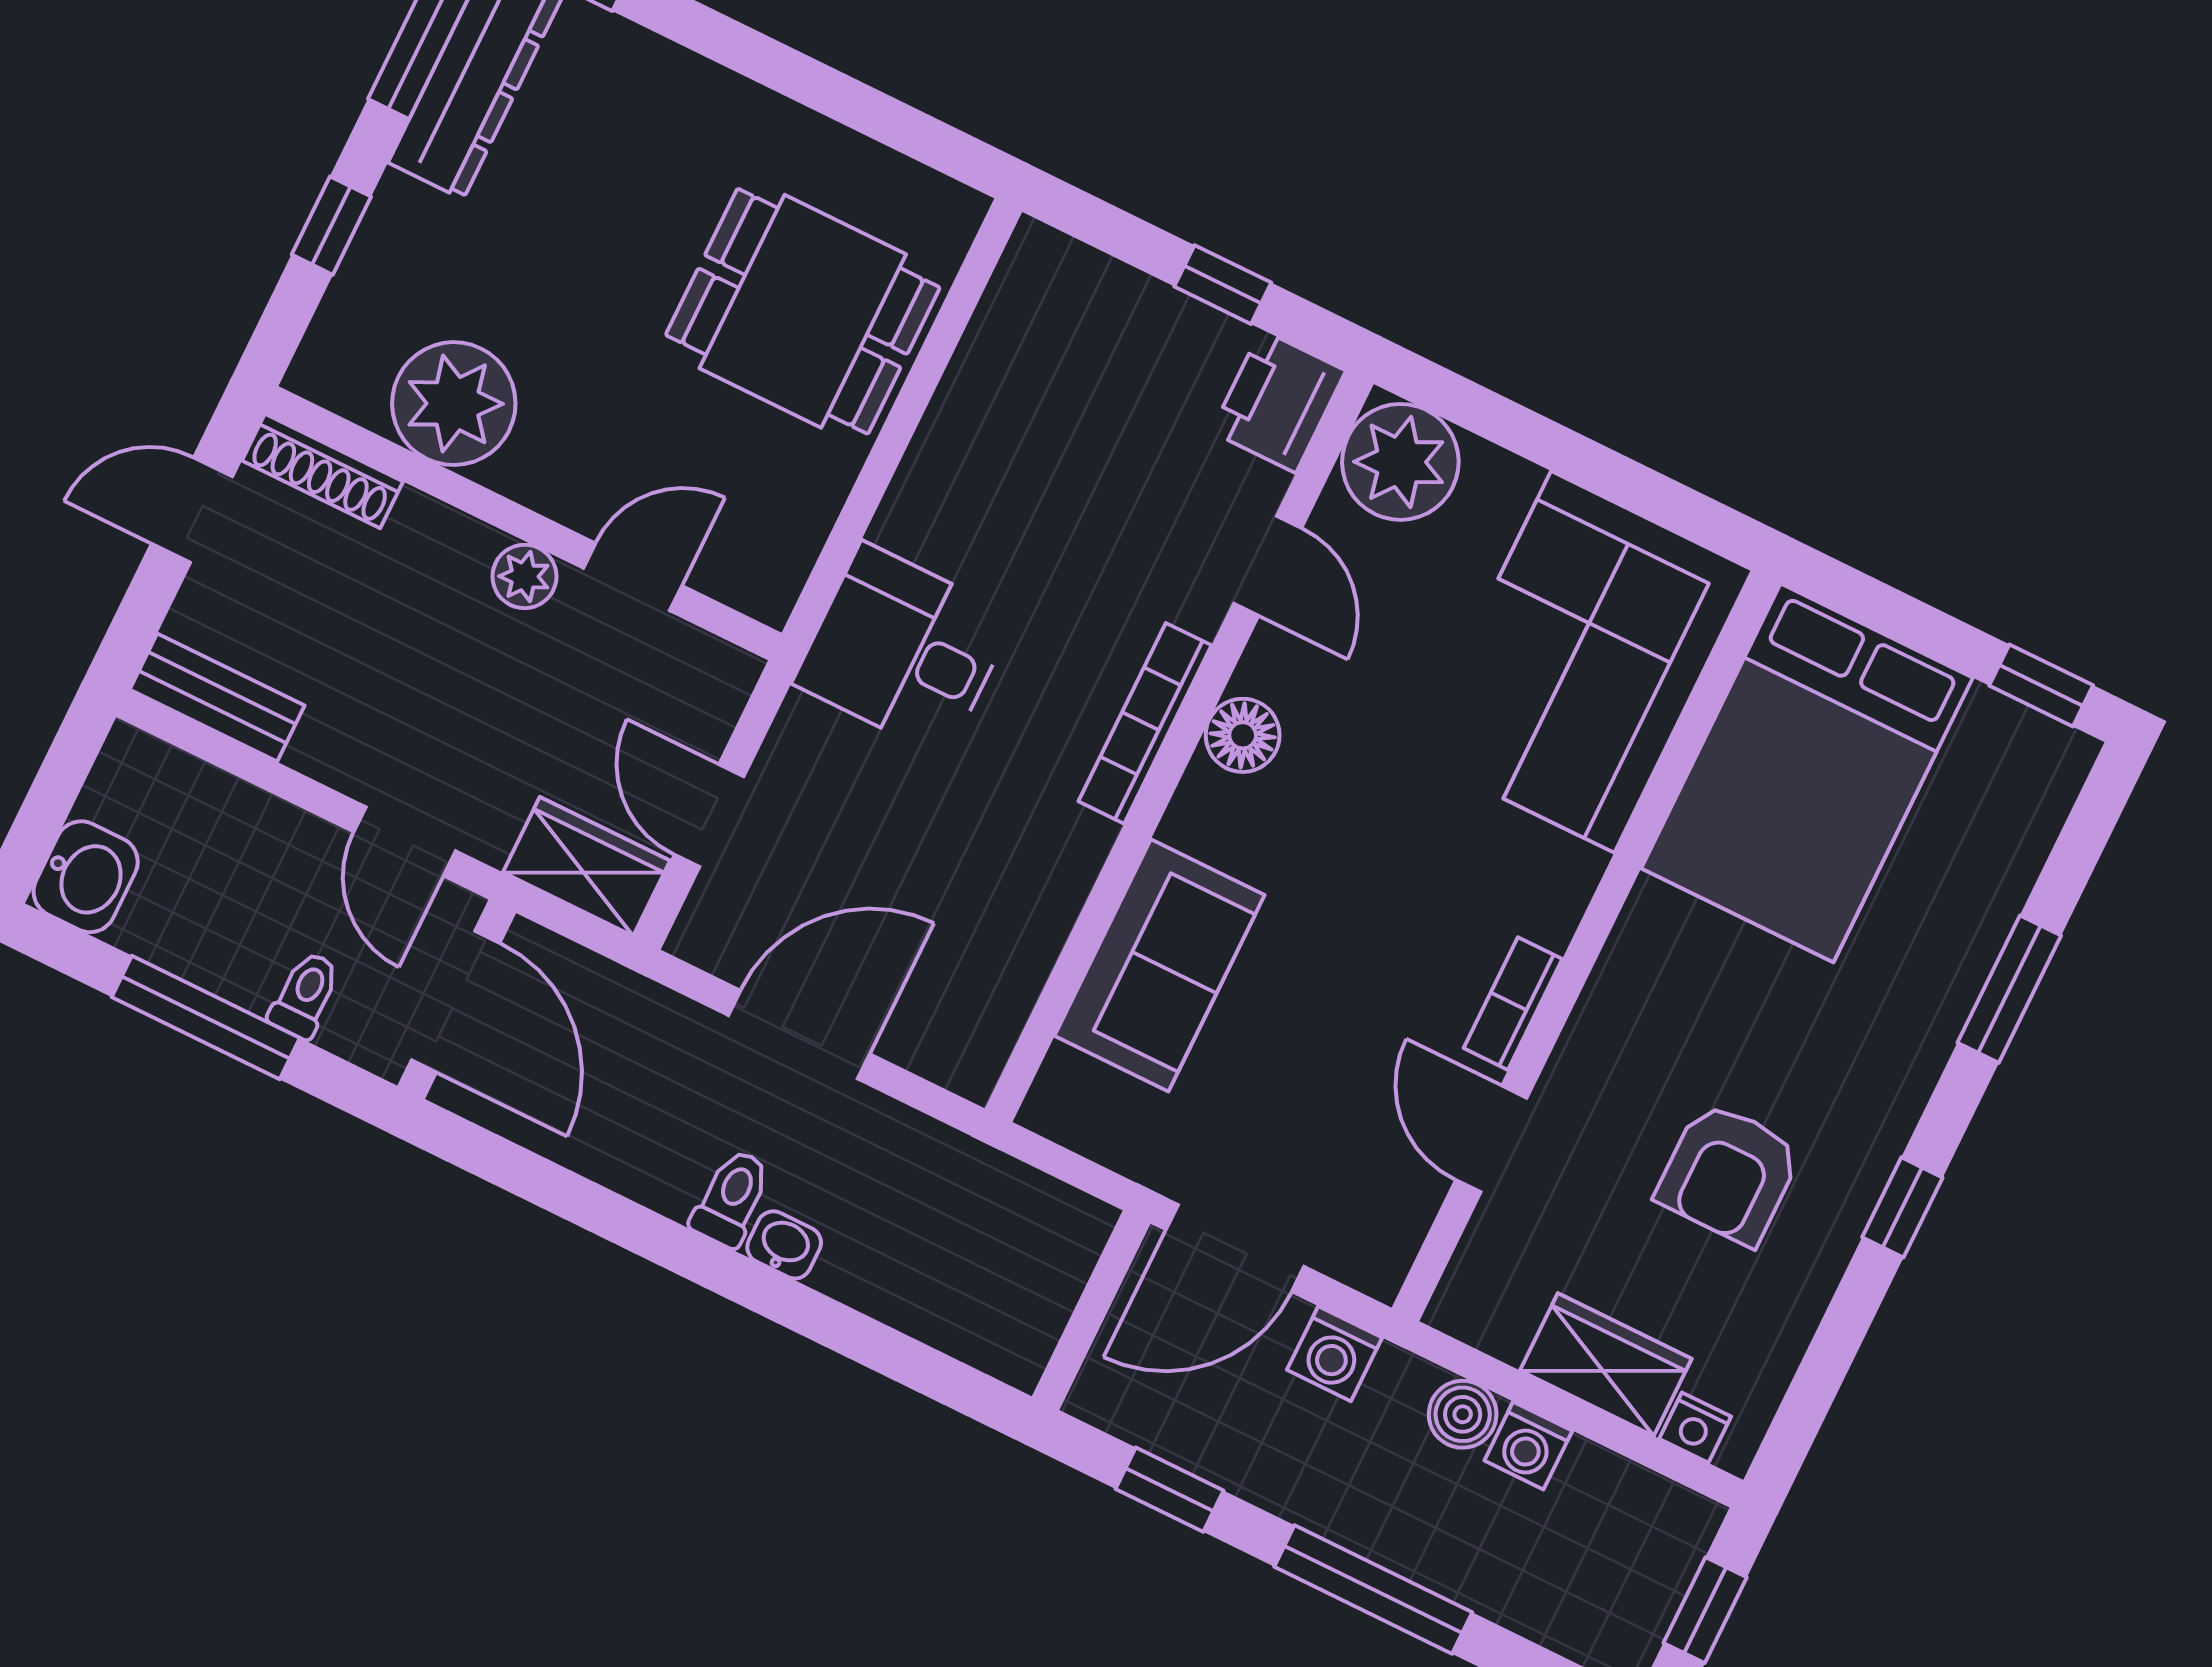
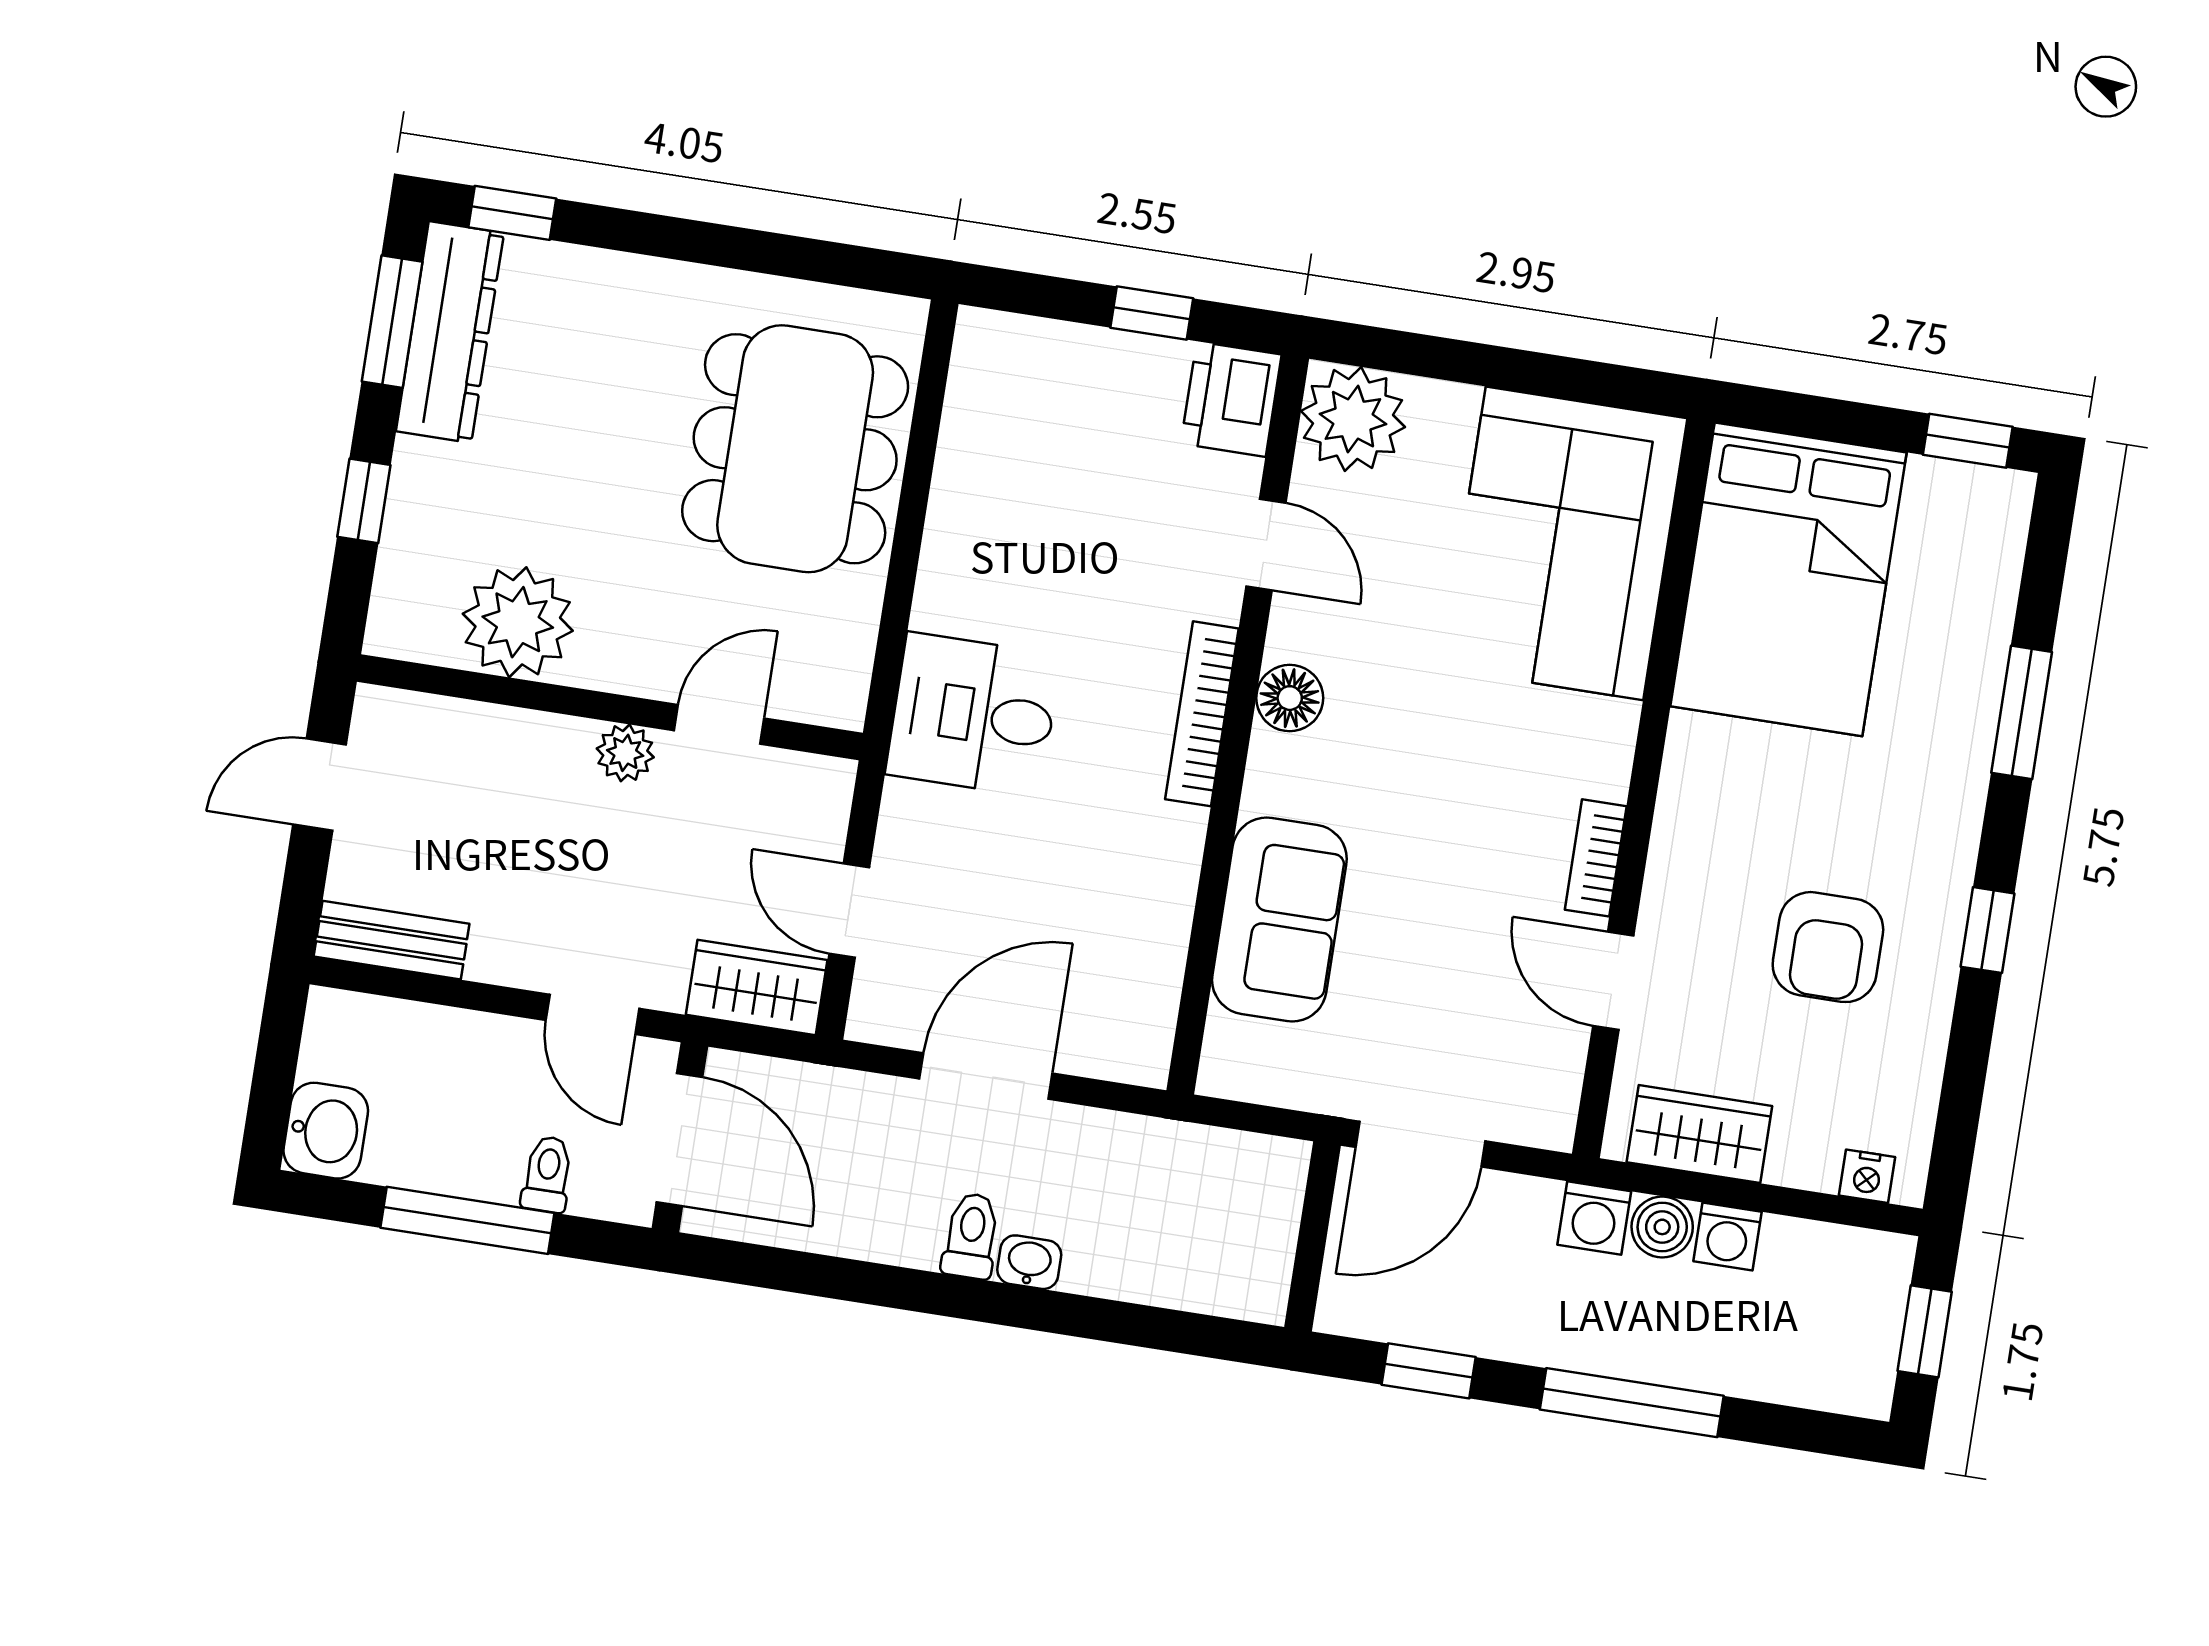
dining table: (803, 311) -> (795, 449), width x1.38
shoe rack: (322, 471) -> (422, 716), removed
washing machine: (1335, 1354) -> (1594, 1218), moved
wardrobe: (1606, 1365) -> (1699, 1134), moved

